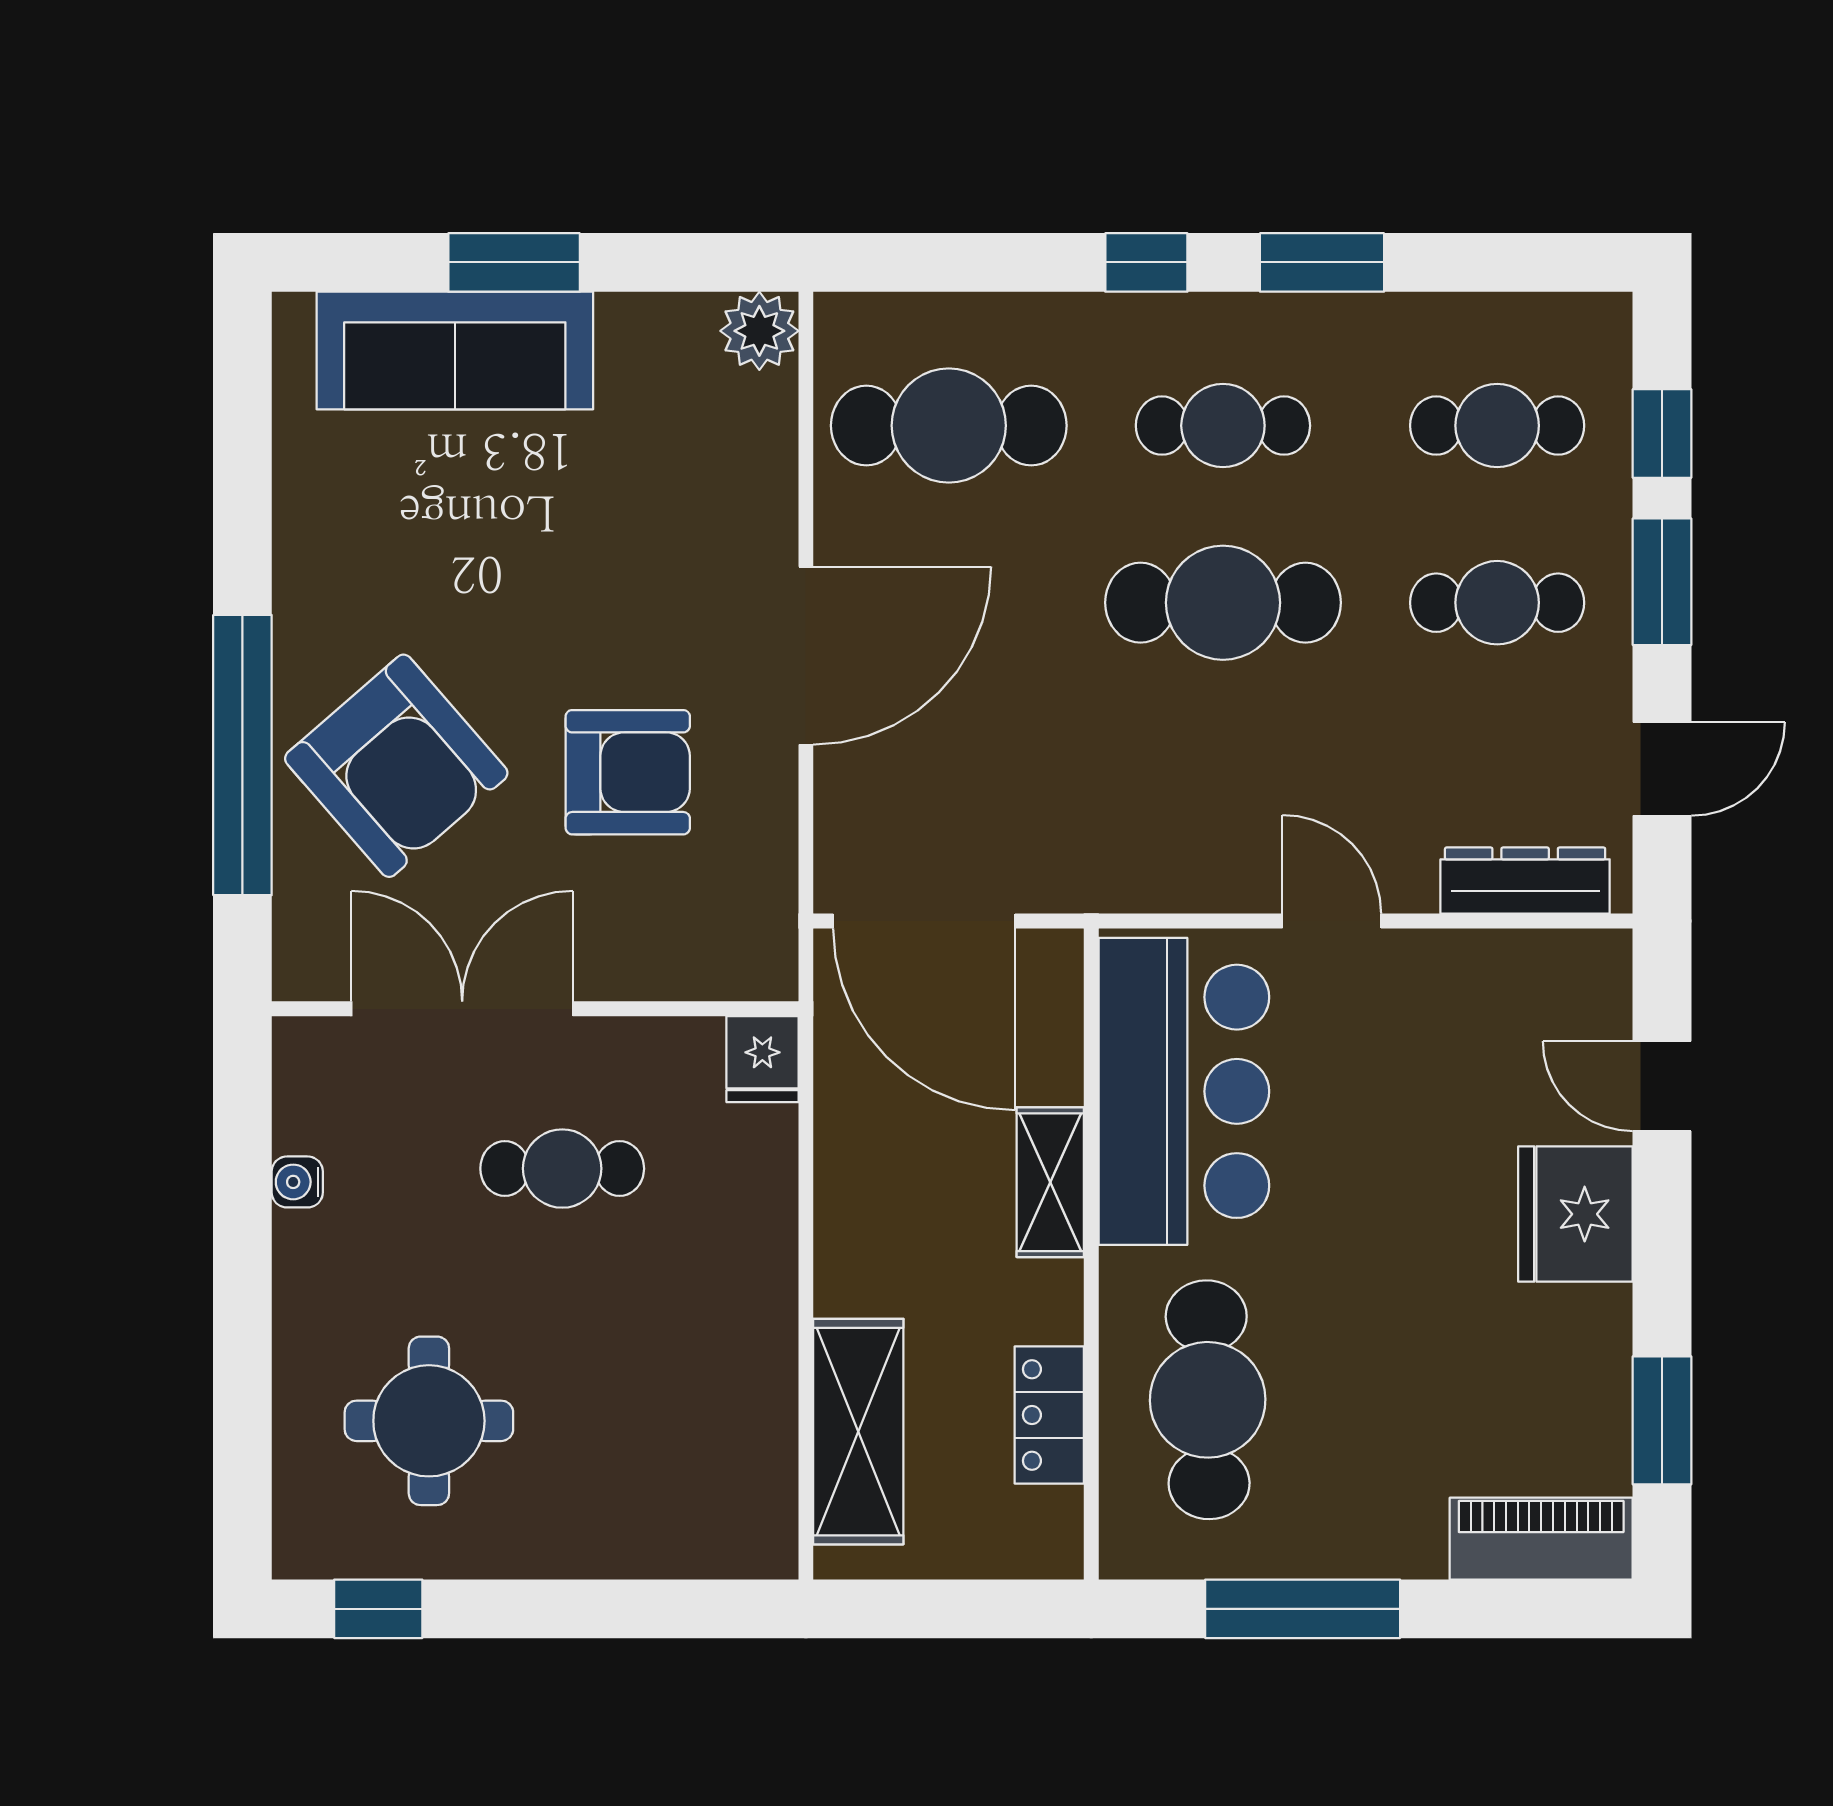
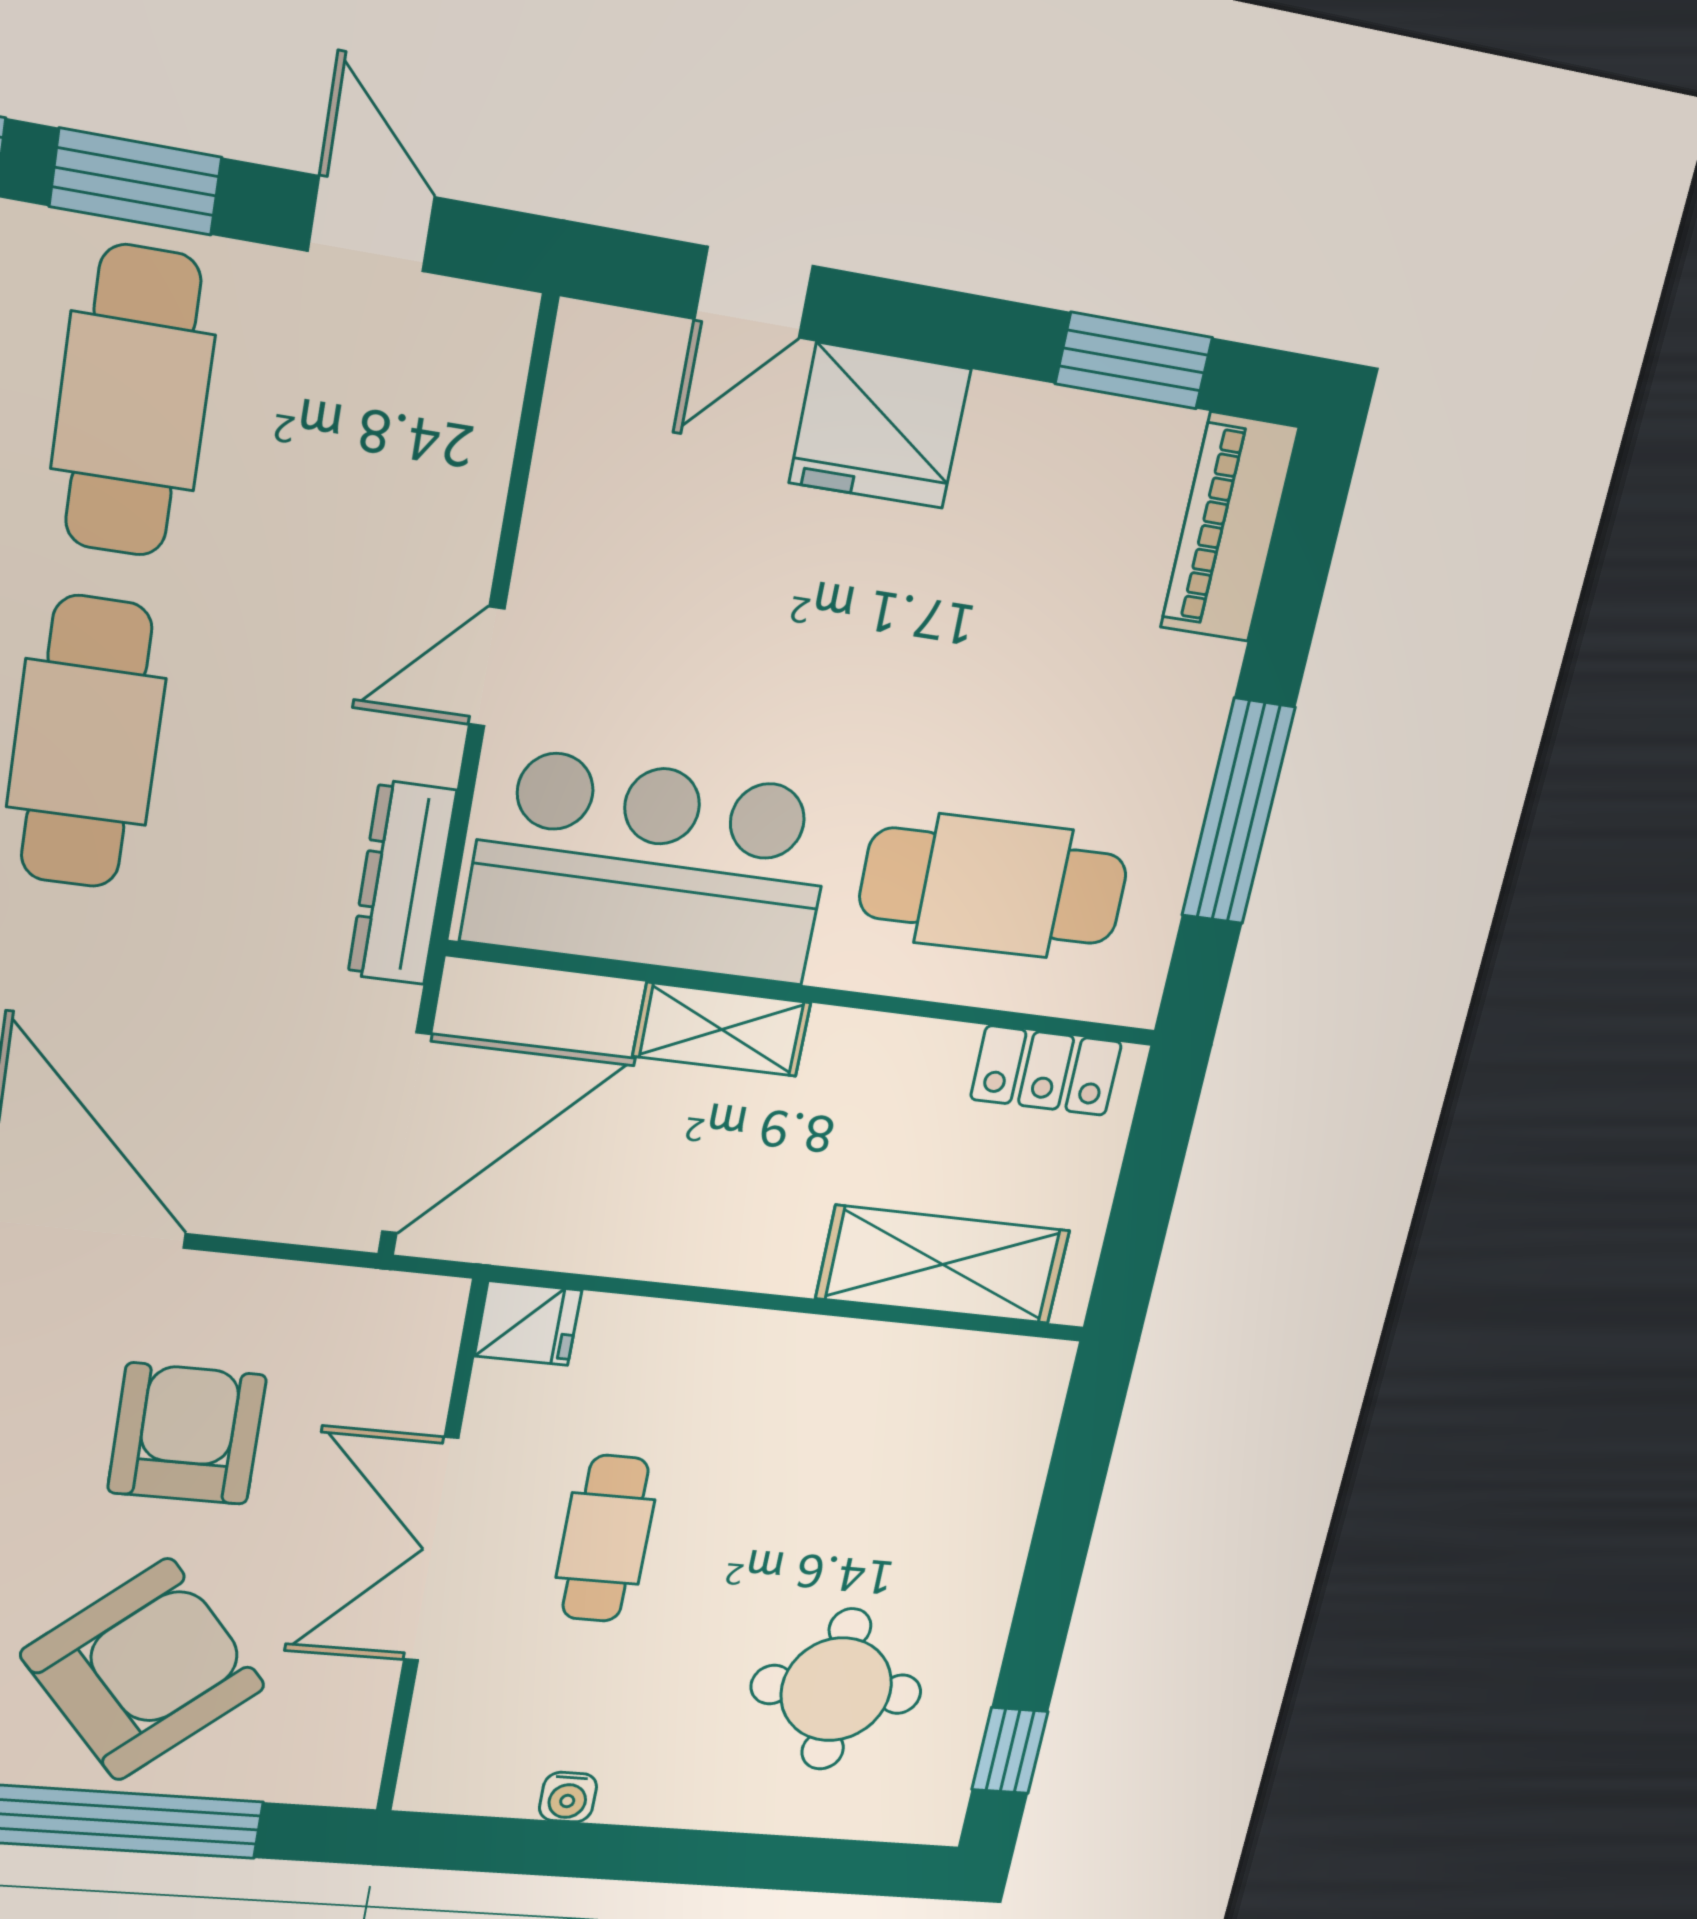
cafe table: (1497, 603) -> (133, 402), width x1.37, depth x1.35
dresser: (1525, 881) -> (402, 883), moved
double door: (462, 1009) -> (431, 1550), moved
locker: (1049, 1415) -> (1046, 1071), moved

